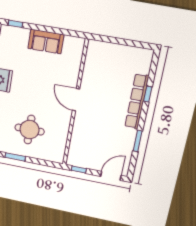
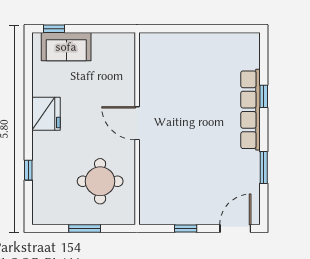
sofa: (46, 42) -> (66, 47), moved
door: (76, 100) -> (137, 123), moved
wall: (75, 103) -> (137, 129), moved

